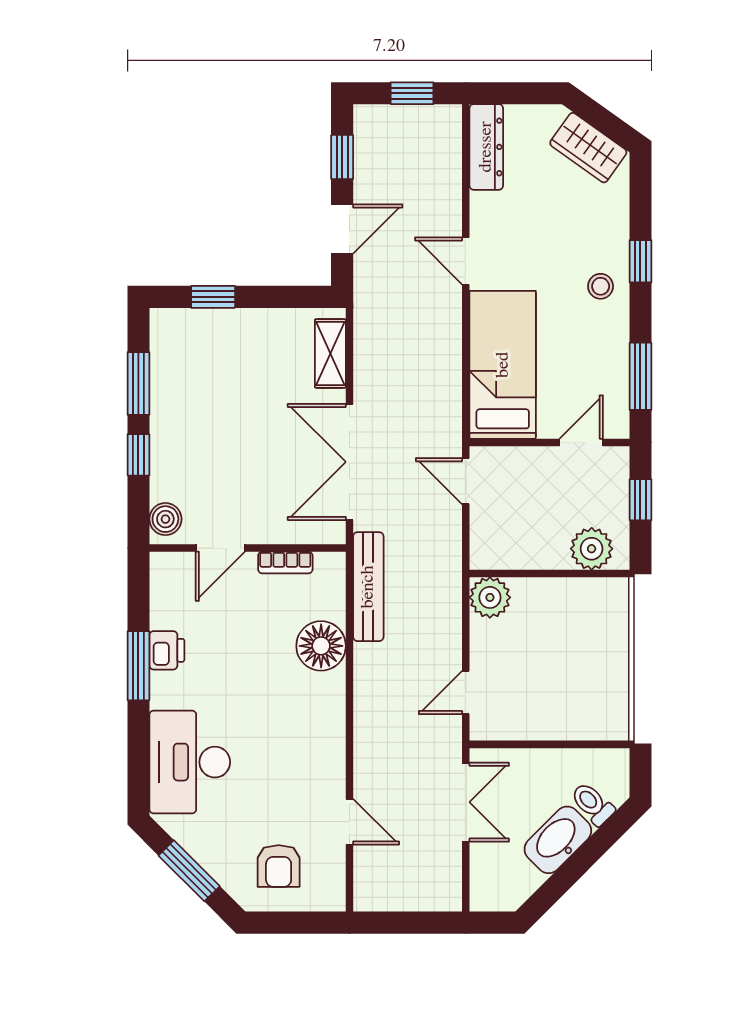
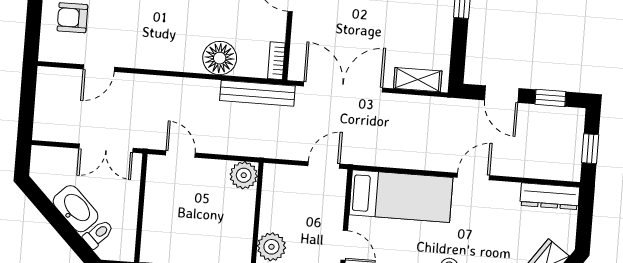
bookcase: (285, 562) -> (276, 61), moved

